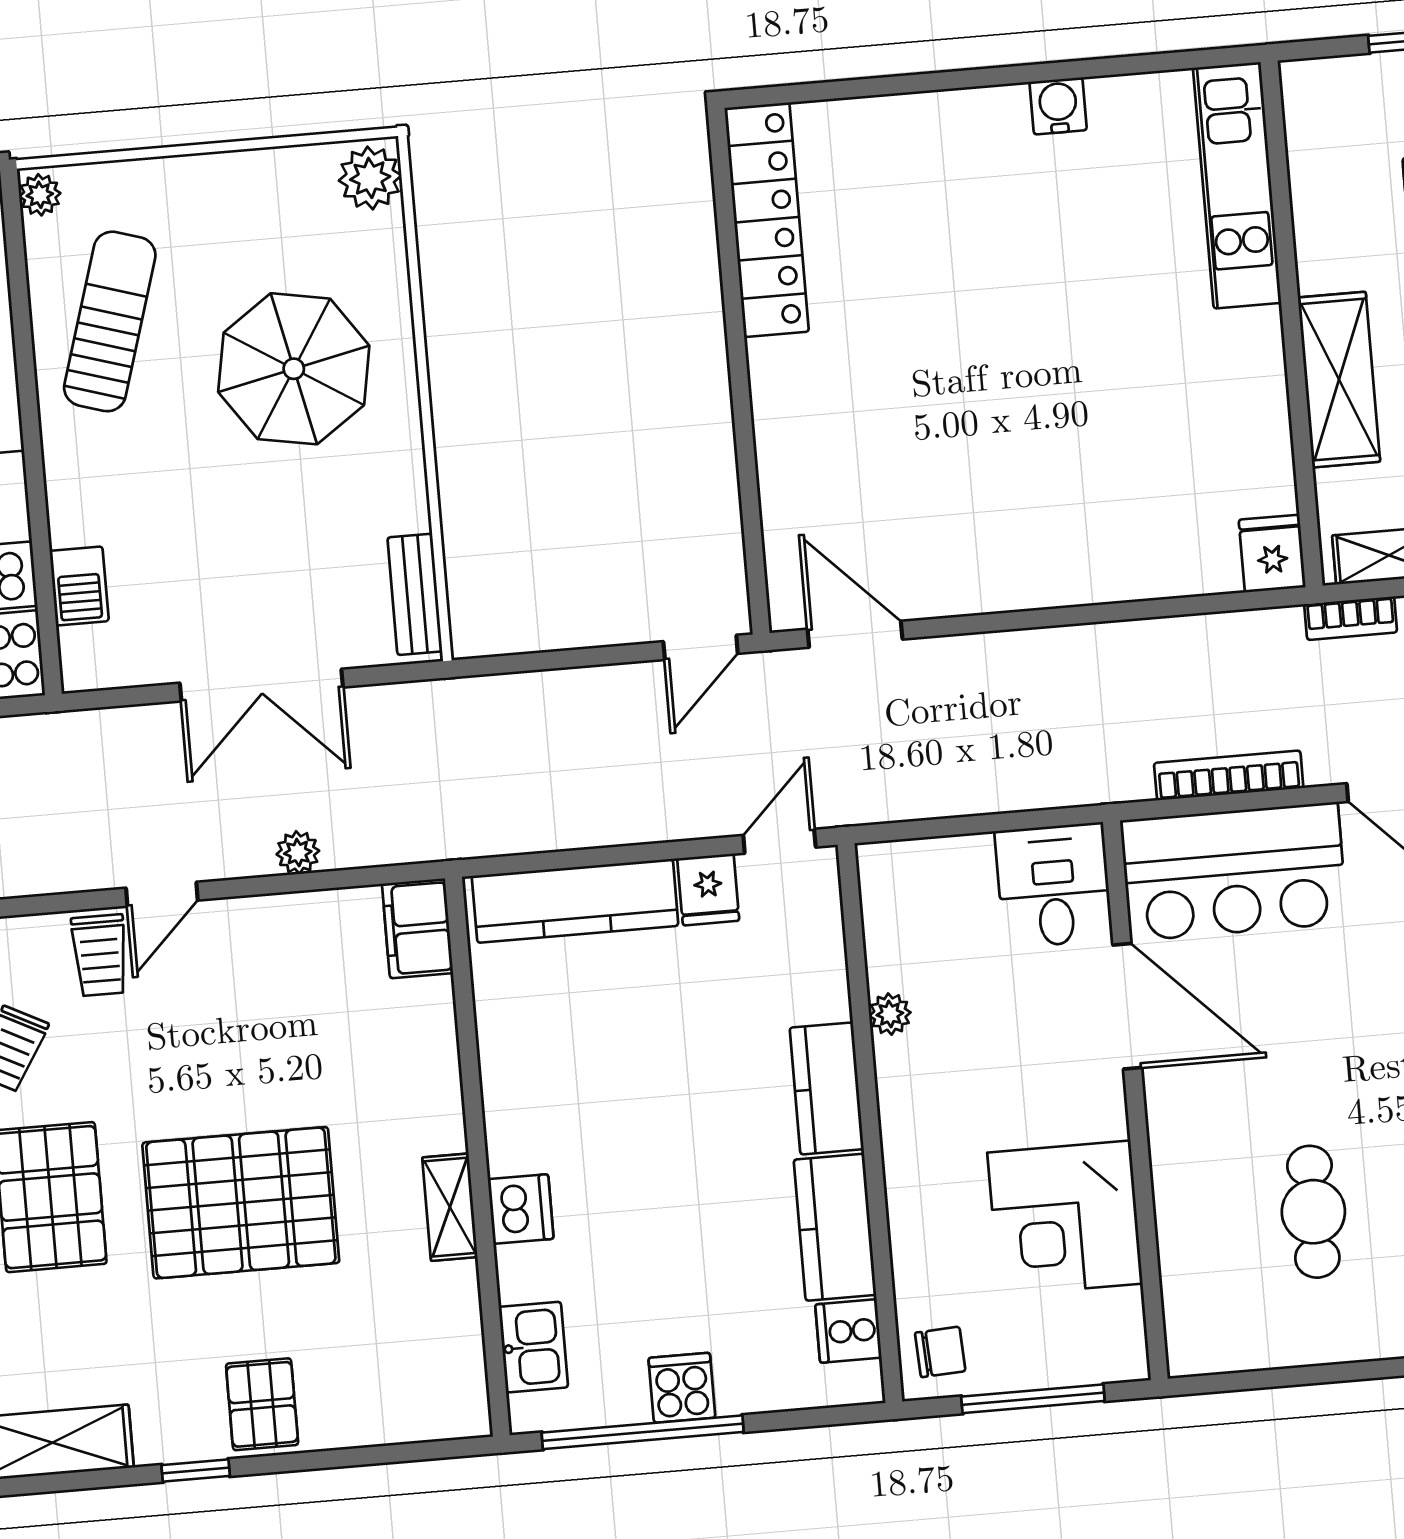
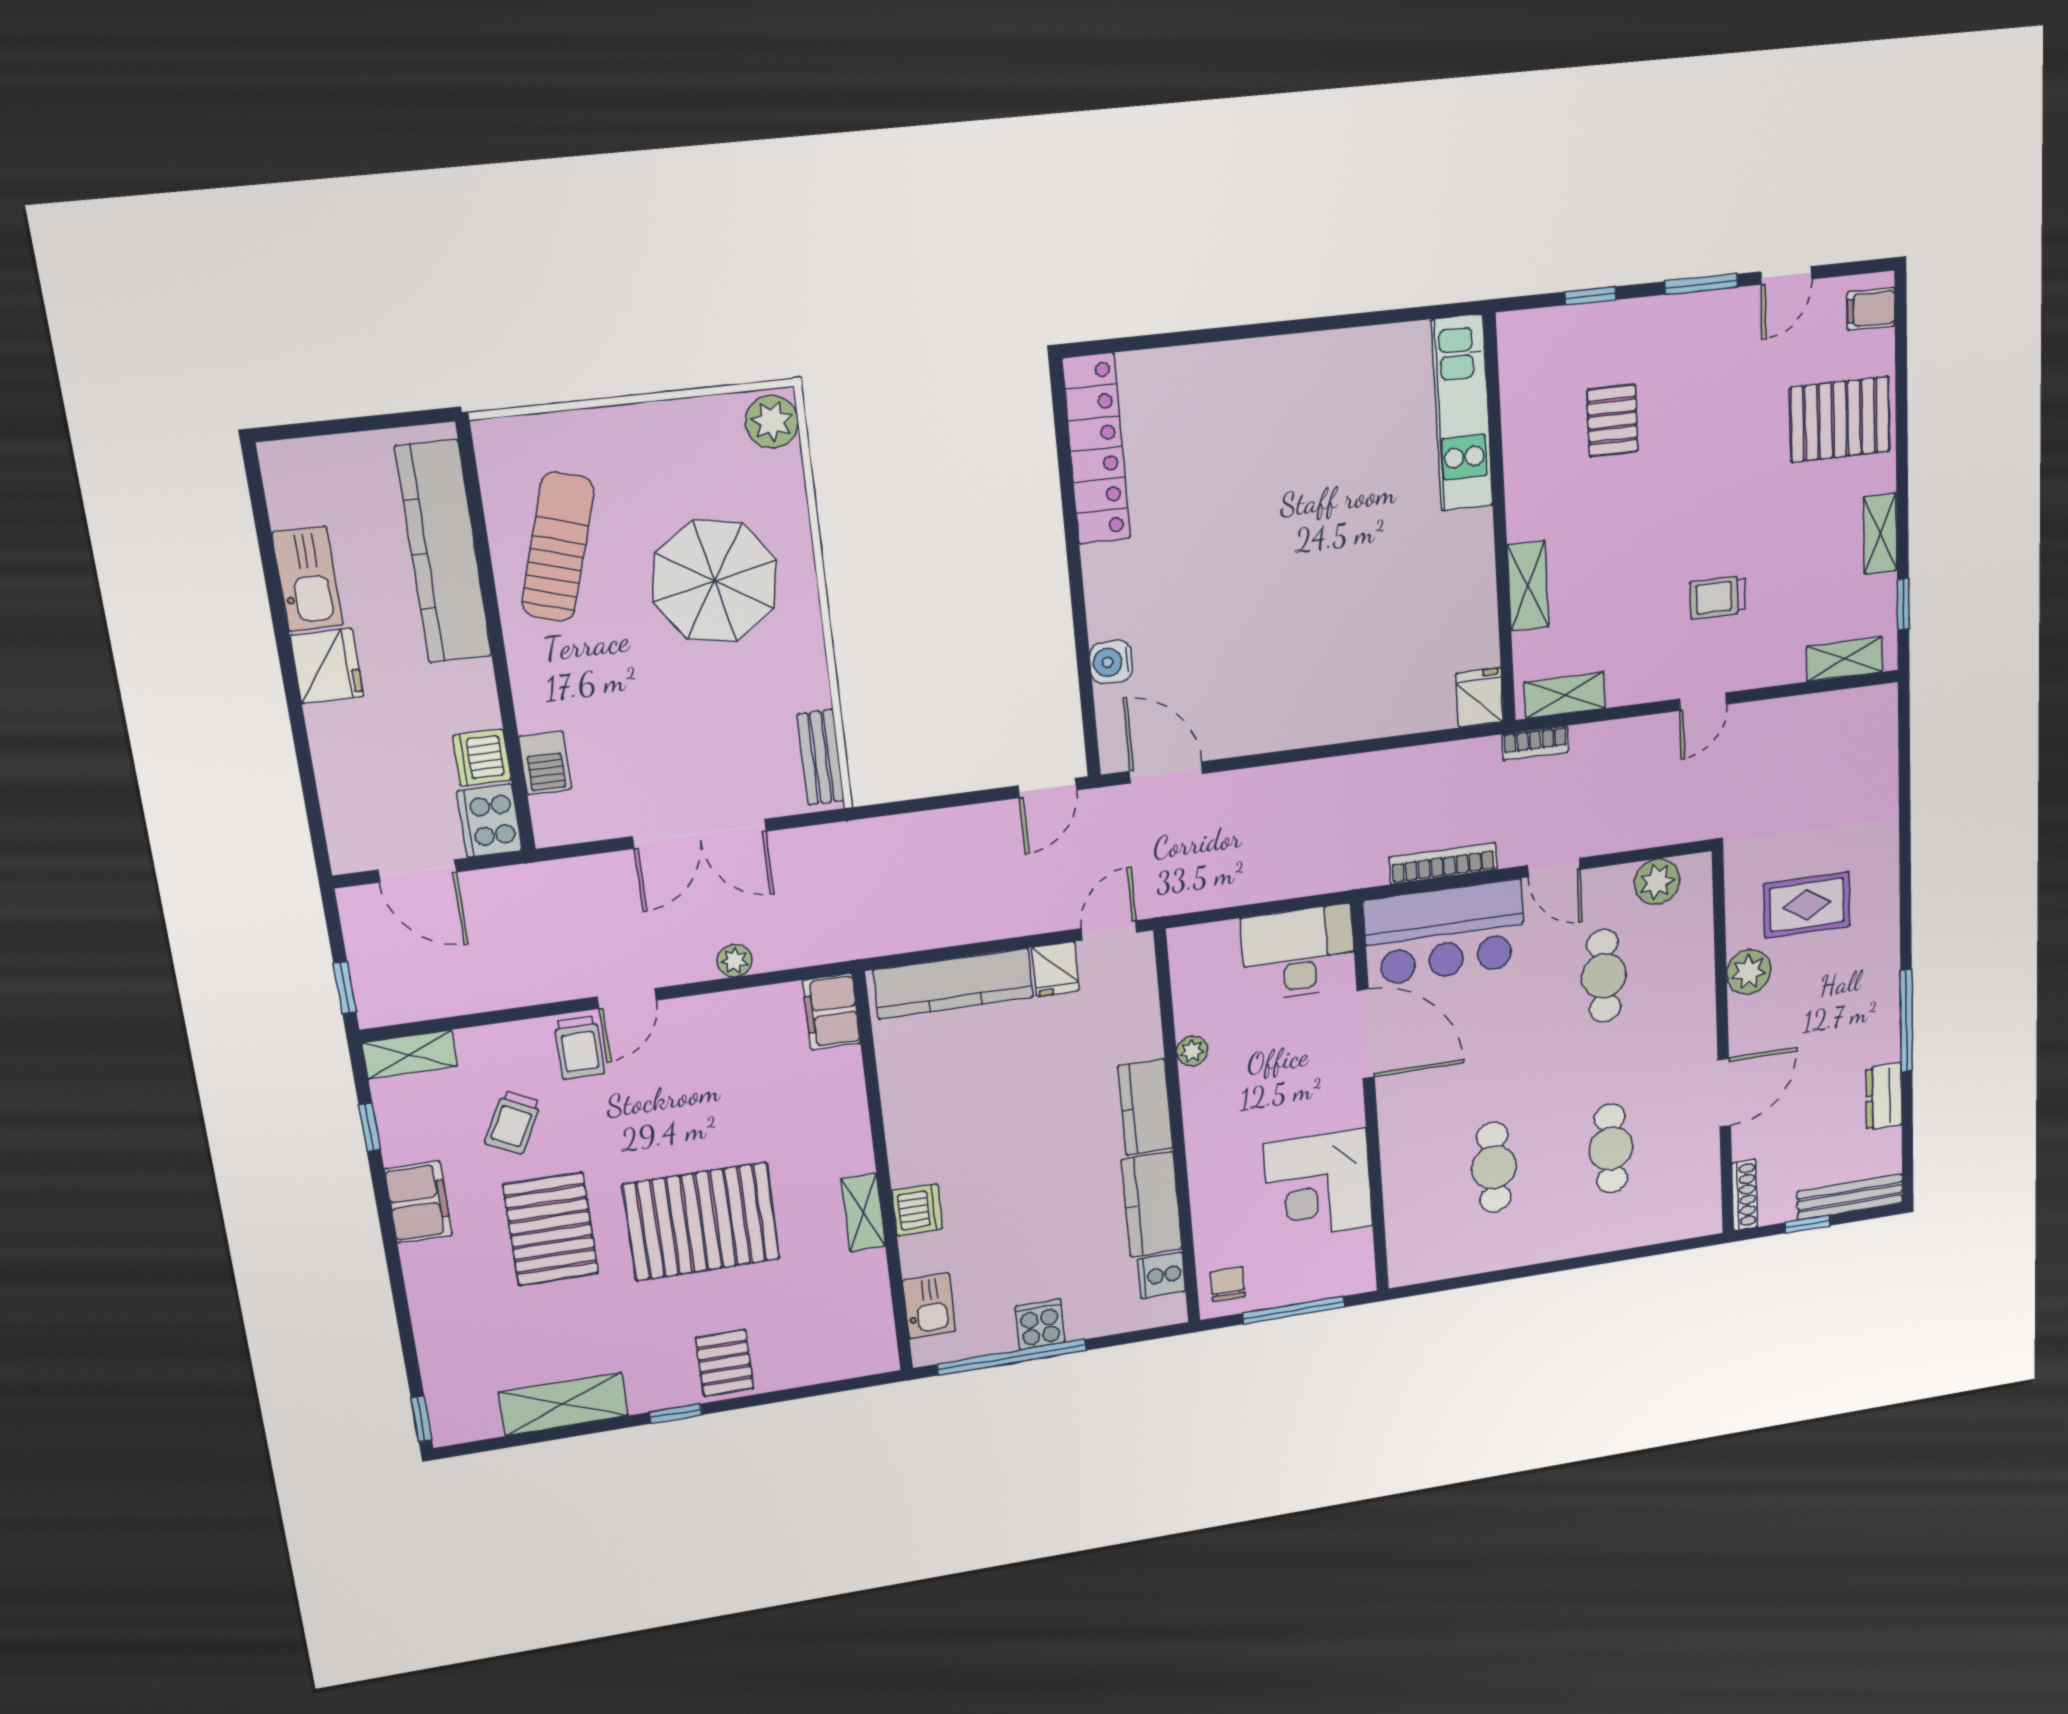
water cooler: (1058, 106) -> (1111, 662), moved, turned -90
plant: (40, 195) -> (491, 442), removed
shelving: (1339, 380) -> (1528, 586), width x0.67, depth x0.75
desk: (1054, 885) -> (1299, 953), width x1.37
chair: (940, 1352) -> (1228, 1284), turned -87

